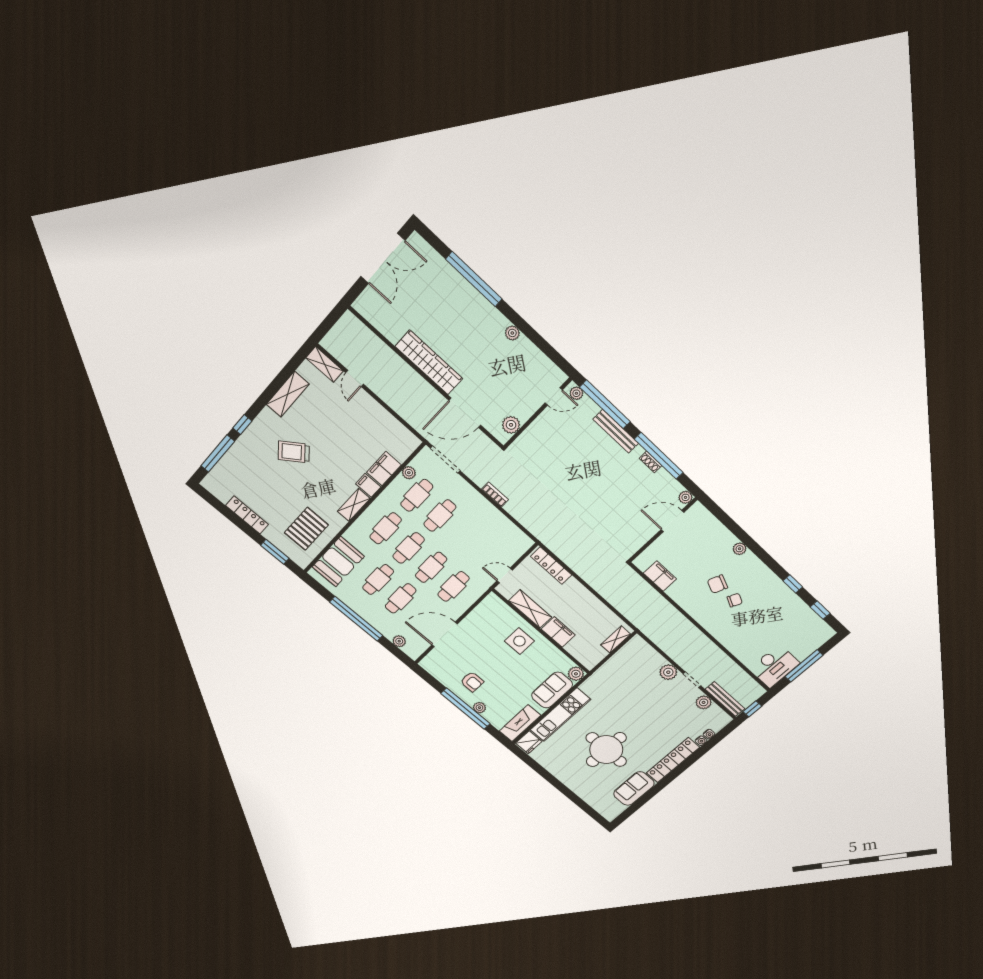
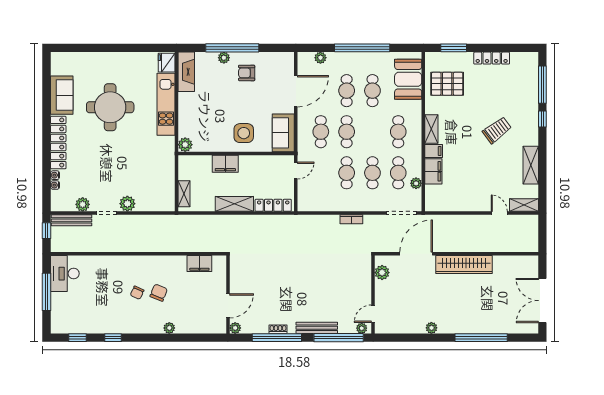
pallet: (306, 529) -> (447, 84), turned 90
cafe table: (409, 548) -> (347, 173), moved
shelving: (530, 609) -> (234, 204), moved
sofa: (552, 690) -> (283, 133), moved, turned 180

